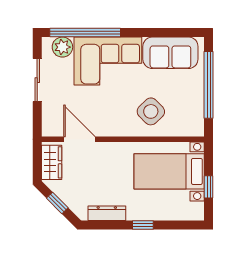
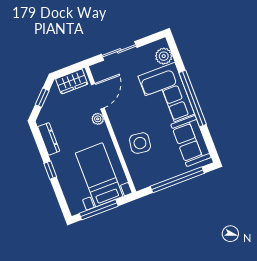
window: (85, 33) -> (193, 99), moved
sliding door: (37, 80) -> (119, 51), moved
side table: (151, 111) -> (140, 143), turned -38
plant: (105, 149) -> (98, 119), added
window: (209, 187) -> (99, 210), width x2.17

